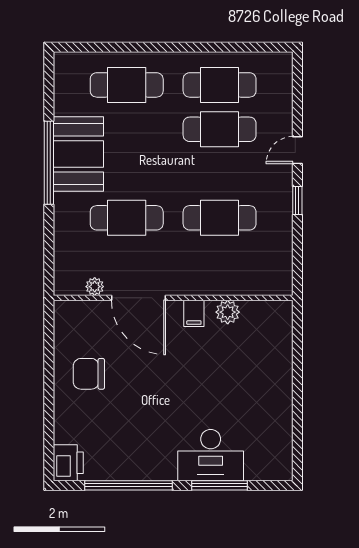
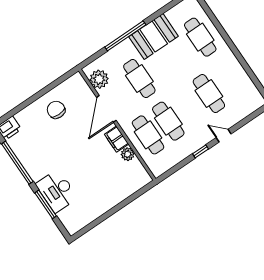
cafe table: (220, 85) -> (148, 135), moved
window: (49, 163) -> (125, 36), moved
plant: (95, 287) -> (99, 79), width x1.88, depth x1.88
filing cabinet: (194, 313) -> (117, 139), width x2.00

